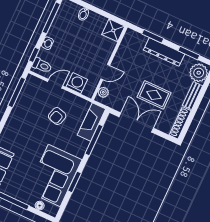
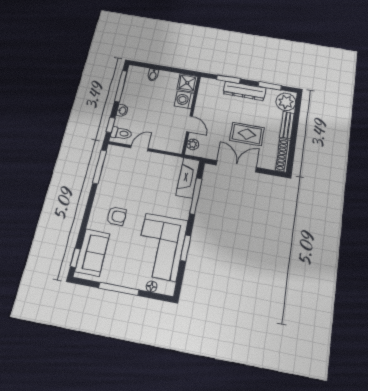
door: (105, 72) -> (190, 124), hinge flipped
washing machine: (77, 83) -> (184, 100), moved, turned -90
armchair: (57, 116) -> (116, 216), moved, turned -106

